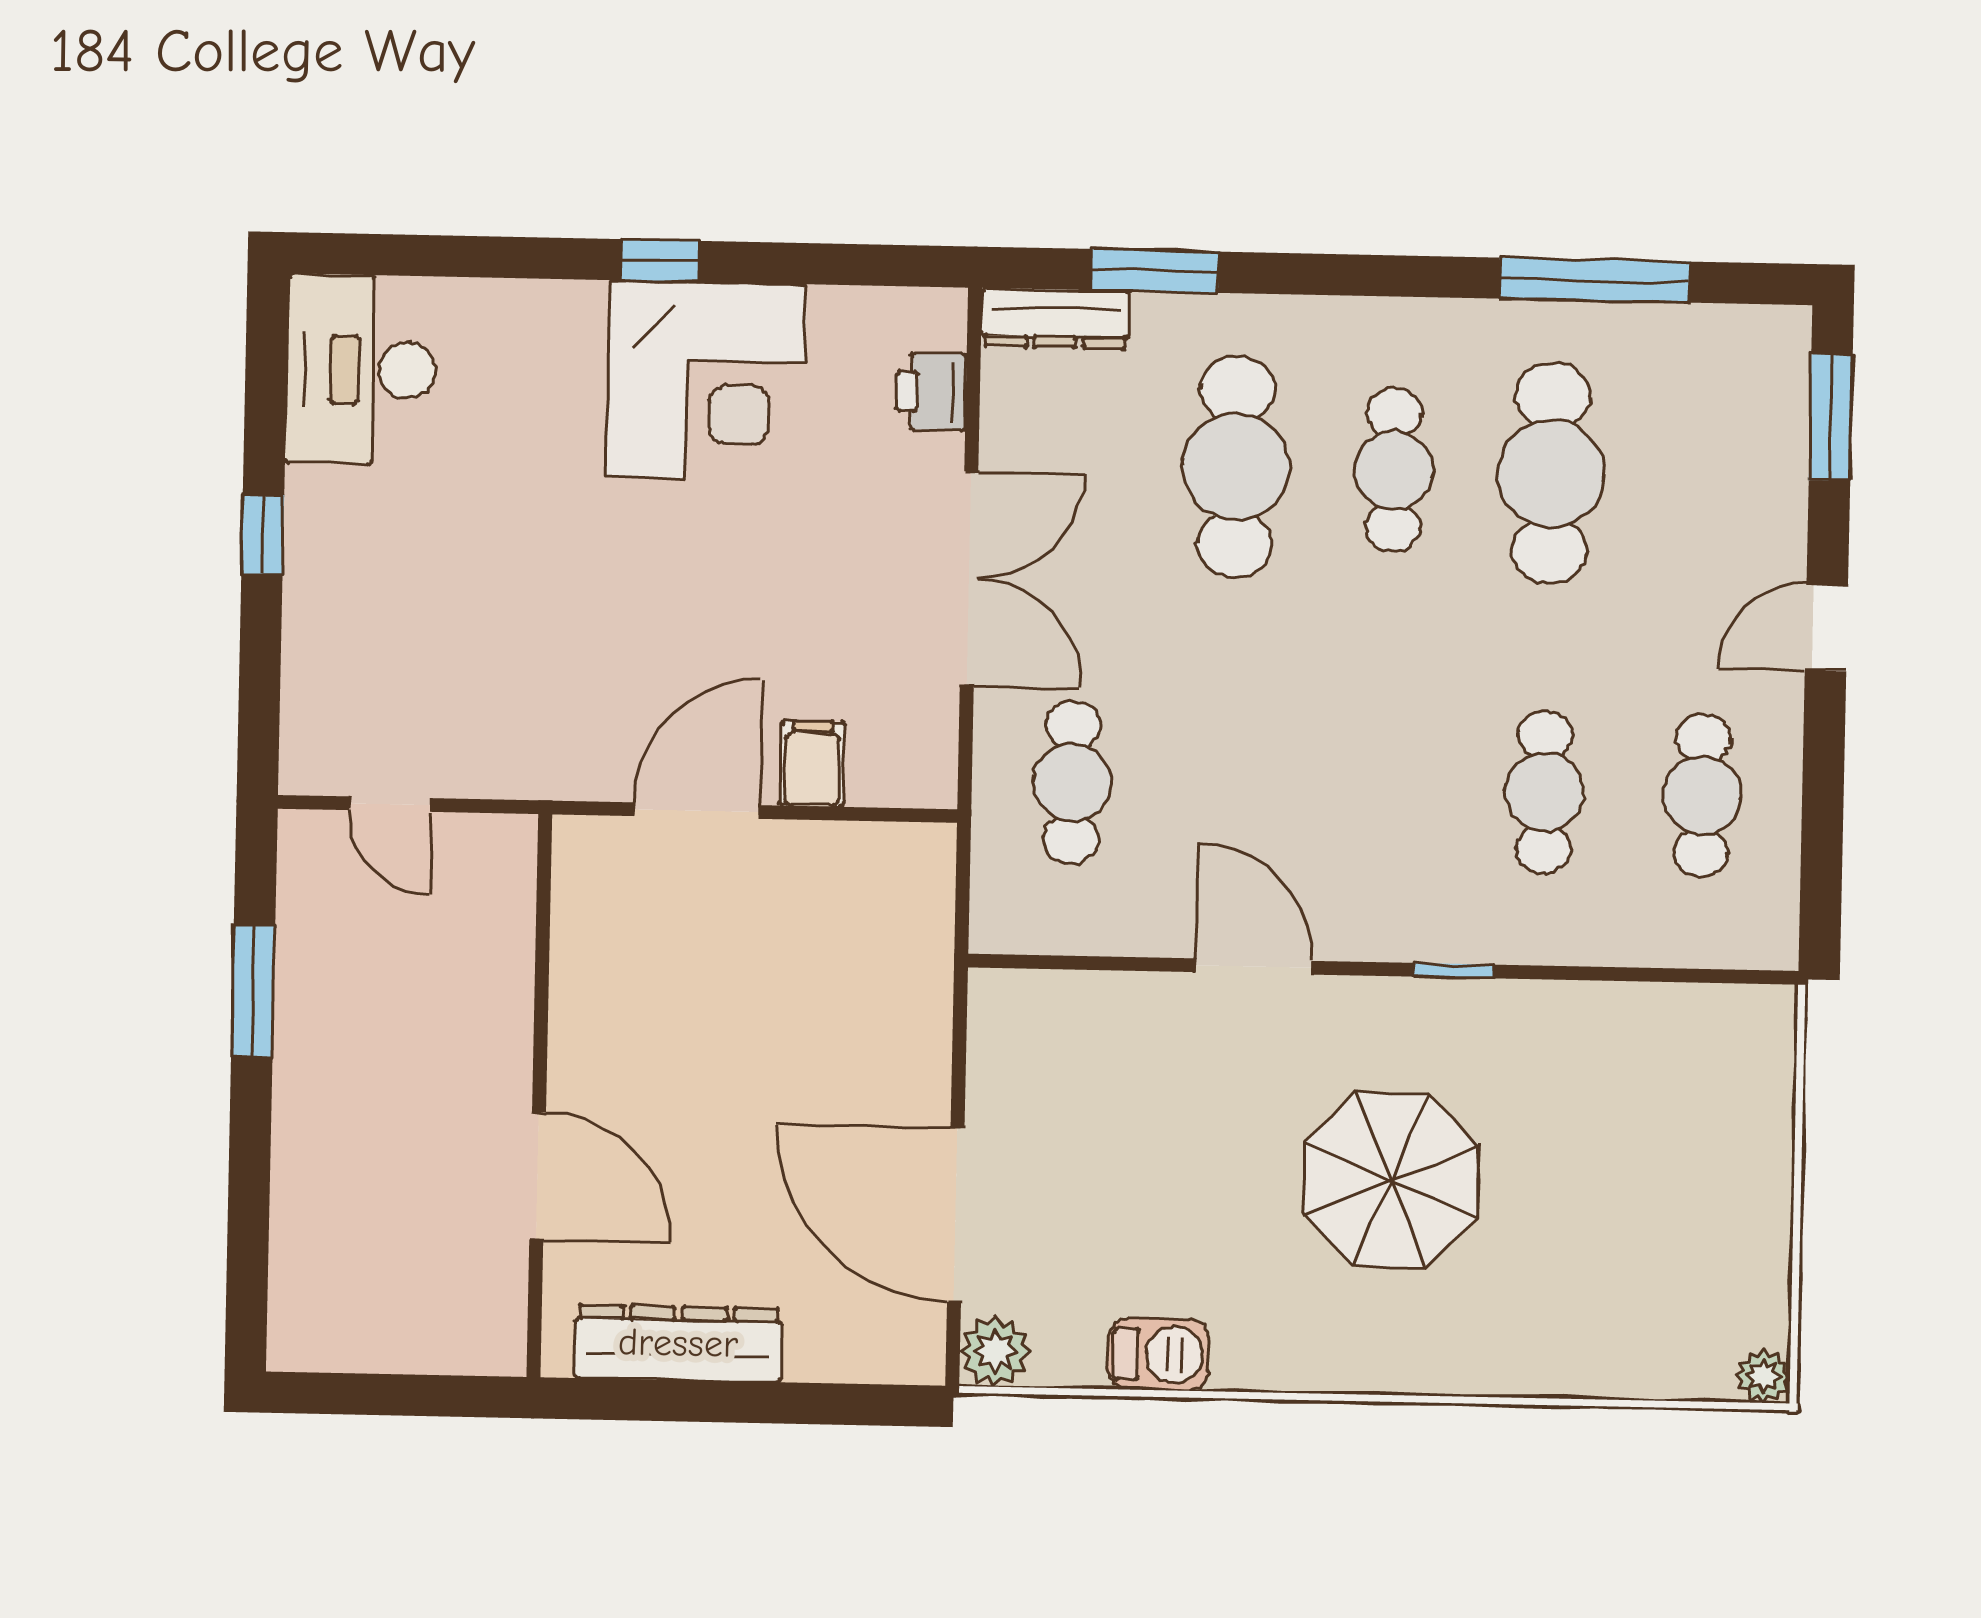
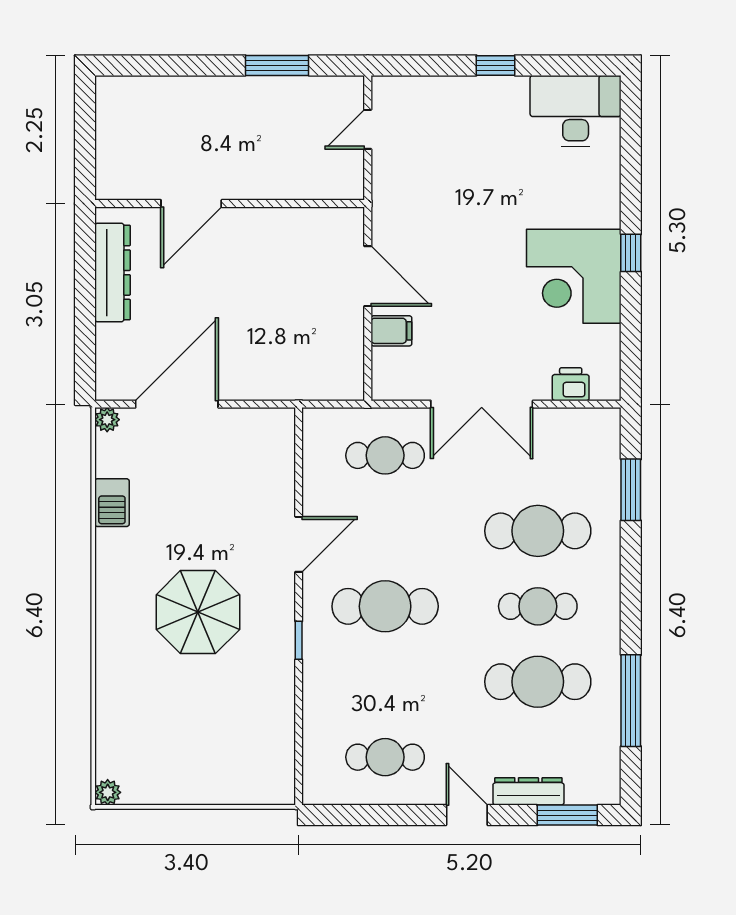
dresser: (1055, 318) -> (528, 791), moved, turned 90
cafe table: (1544, 792) -> (385, 606), moved, width x1.37, depth x1.35
plant: (995, 1352) -> (107, 420), width x0.73, depth x0.73

